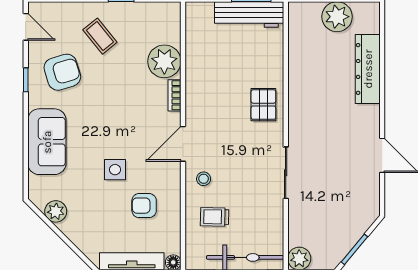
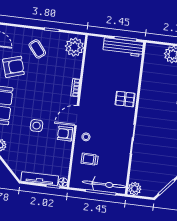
plant: (164, 61) -> (74, 47), moved
pallet: (263, 105) -> (125, 99), turned 90
armchair: (144, 206) -> (65, 134), moved

